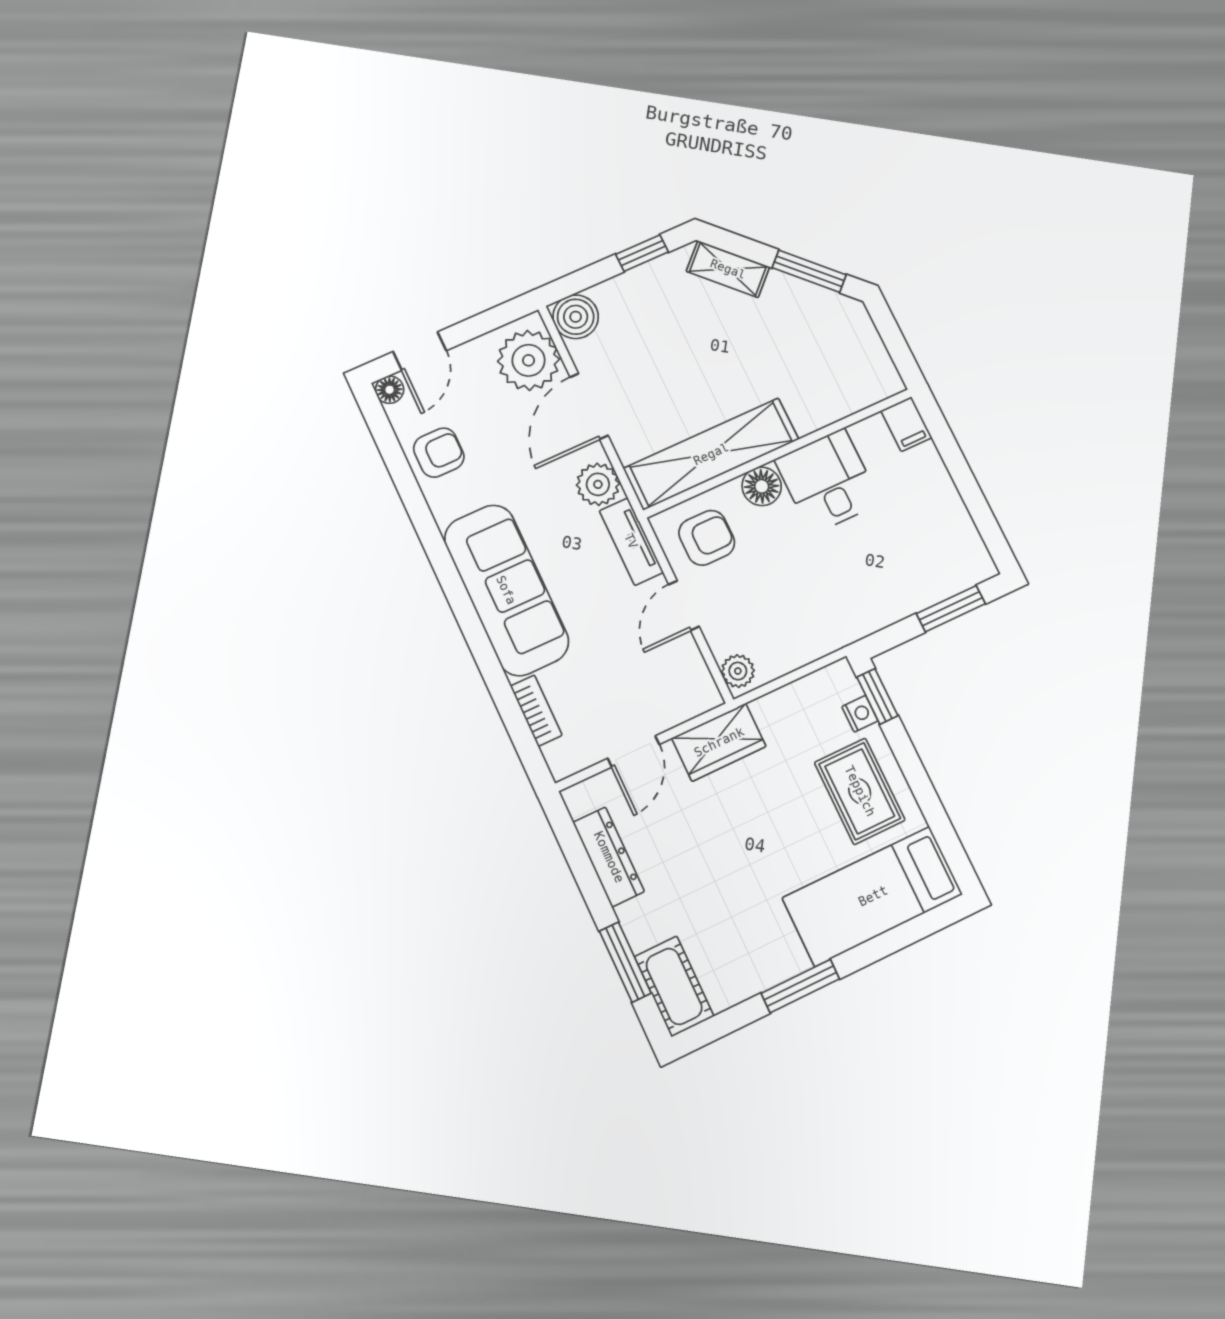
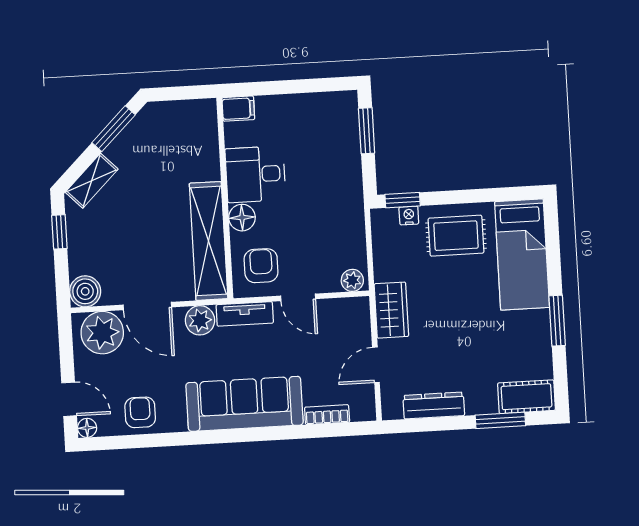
door: (634, 751) -> (376, 365), swing flipped

